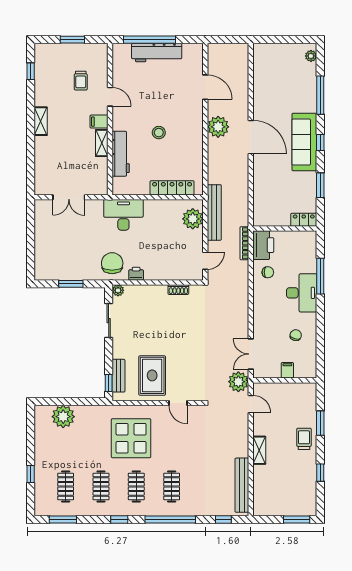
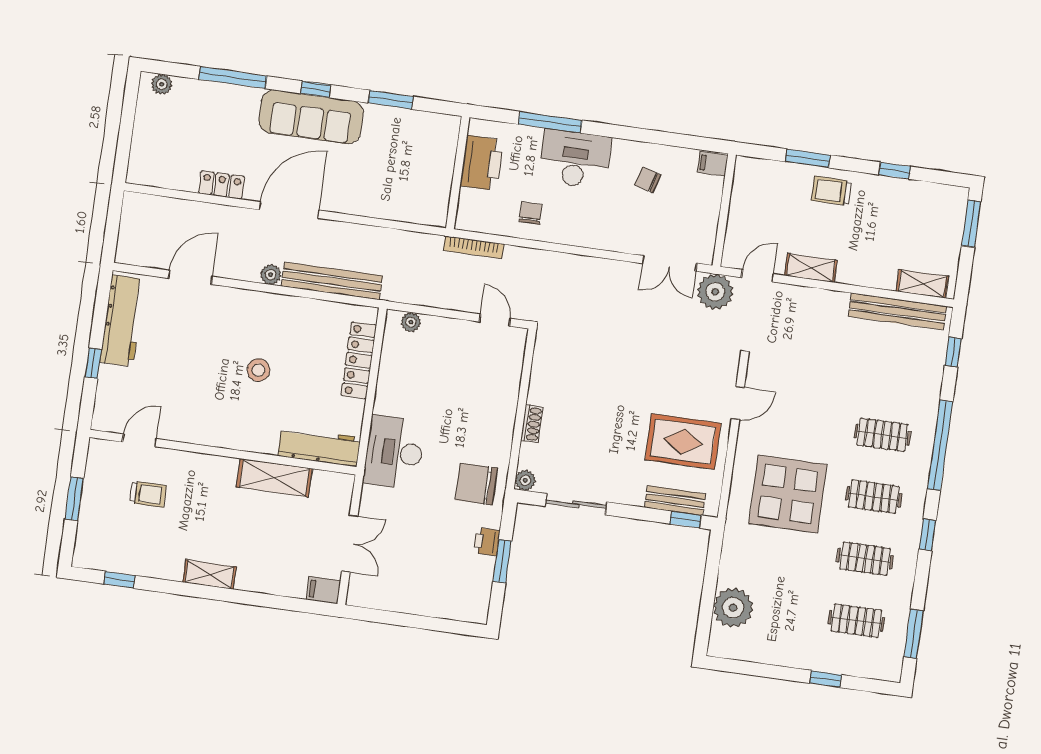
window: (150, 40) -> (93, 363), width x0.32
workbench: (157, 53) -> (122, 321), moved
door: (110, 97) -> (139, 440), moved
filing cabinet: (99, 122) -> (323, 590), moved, turned 90
plant: (218, 127) -> (271, 275), width x0.53, depth x0.53
shelving: (102, 143) -> (274, 478), width x1.50, depth x1.33
workbench: (121, 154) -> (319, 447), moved
bench: (214, 212) -> (332, 281), moved
plant: (193, 219) -> (411, 322), width x0.53, depth x0.53
locker: (304, 220) -> (221, 185), moved, turned 90
printer: (263, 245) -> (482, 163), moved, turned 90
printer: (136, 274) -> (487, 542), moved
shoe rack: (178, 290) -> (532, 424), moved
filing cabinet: (287, 370) -> (713, 164), moved
shelving: (259, 450) -> (811, 268), moved
shelving: (259, 497) -> (922, 284), added

